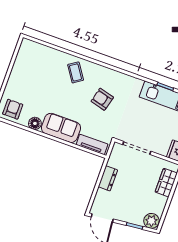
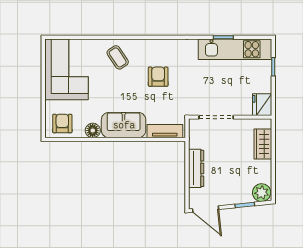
corner sofa: (31, 67) -> (66, 69), added
armchair: (102, 99) -> (158, 77), turned 75
dresser: (108, 178) -> (196, 168), width x1.44

